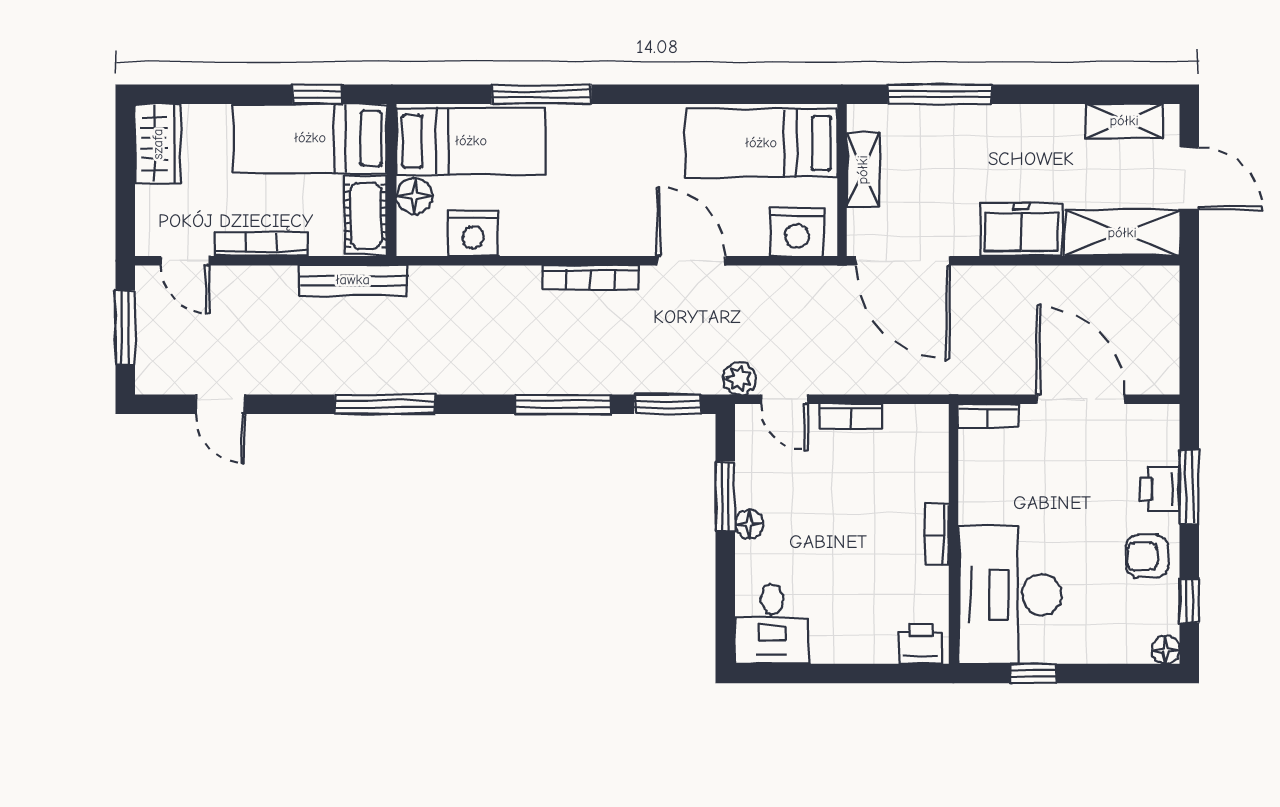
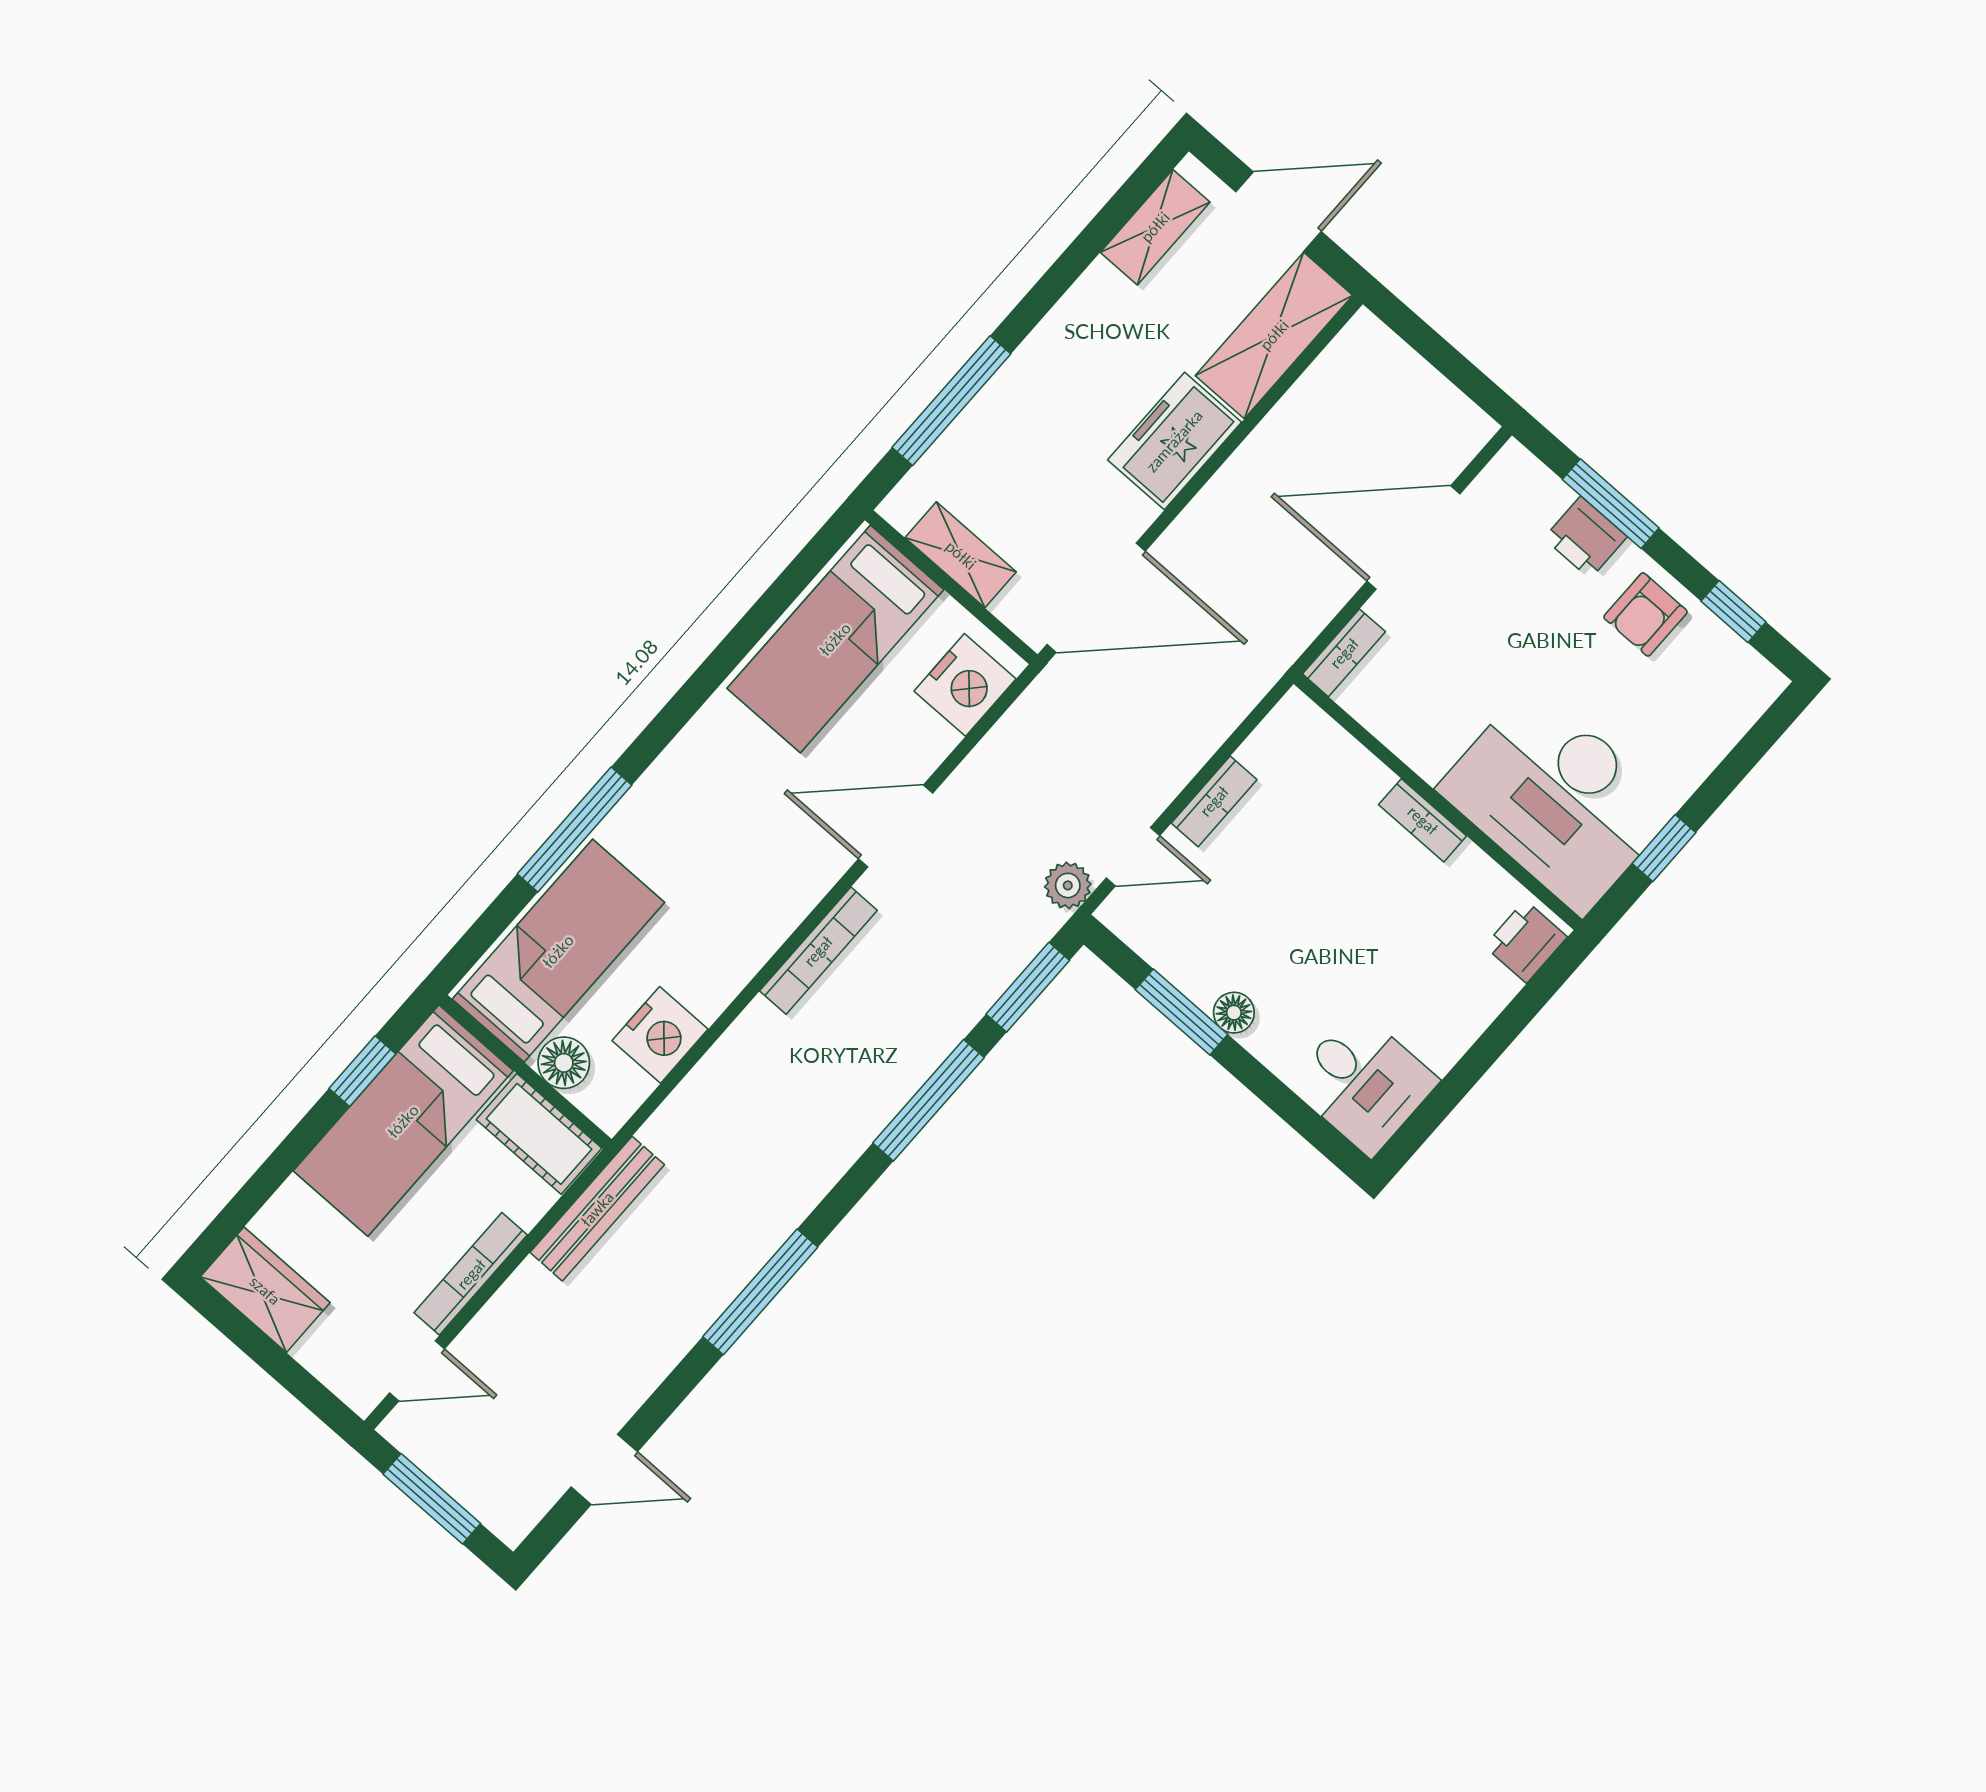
floor lamp: (1166, 650) -> (1764, 683), removed

